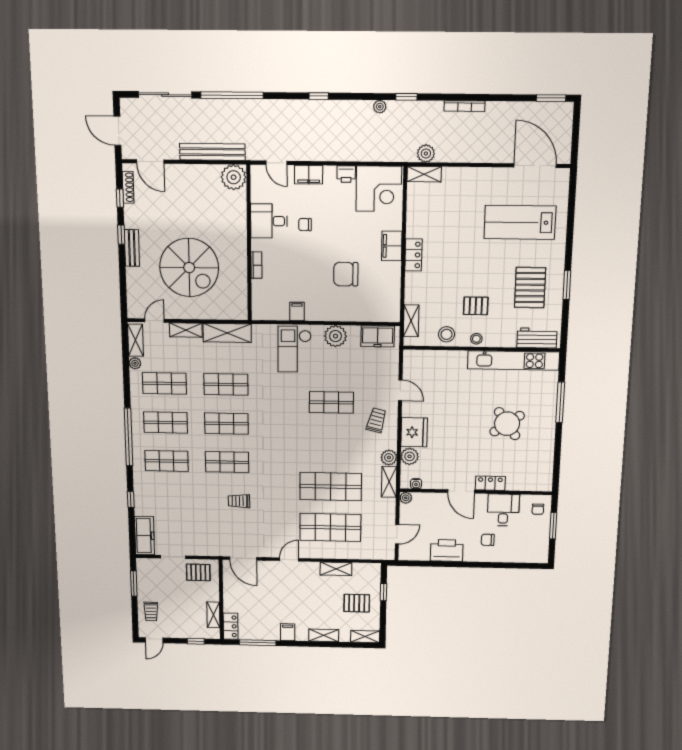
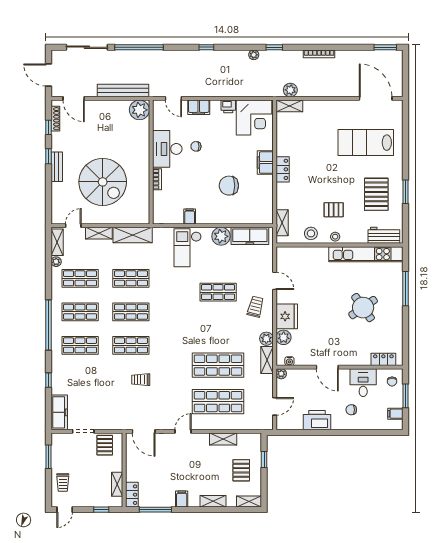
desk: (269, 221) -> (167, 149), width x1.37
freezer: (378, 336) -> (250, 236), width x1.40
locker: (490, 483) -> (383, 359), moved
filing cabinet: (540, 545) -> (395, 414), added
pallet: (198, 572) -> (105, 445), turned 90
pallet: (357, 603) -> (241, 470), turned 90

